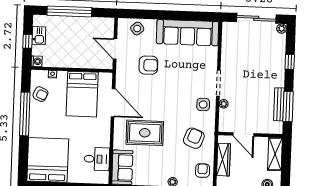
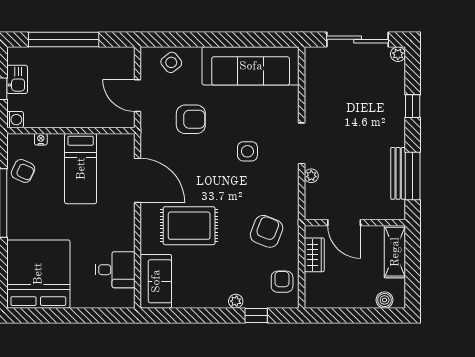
bed: (82, 94) -> (81, 169), width x0.67
side table: (203, 105) -> (247, 151), moved
wardrobe: (223, 160) -> (314, 255), width x0.67

